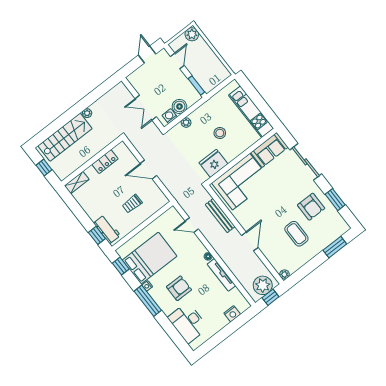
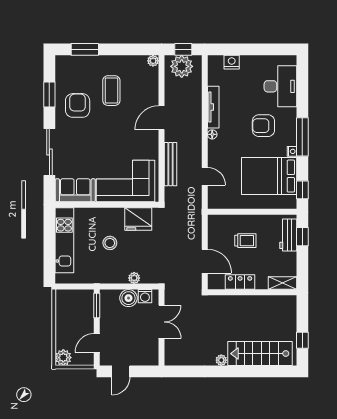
wall: (92, 161) -> (252, 292), moved
locker: (105, 162) -> (240, 282), moved
shelving: (77, 183) -> (282, 283), moved

